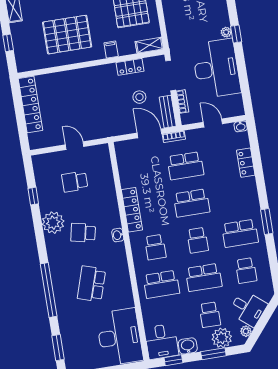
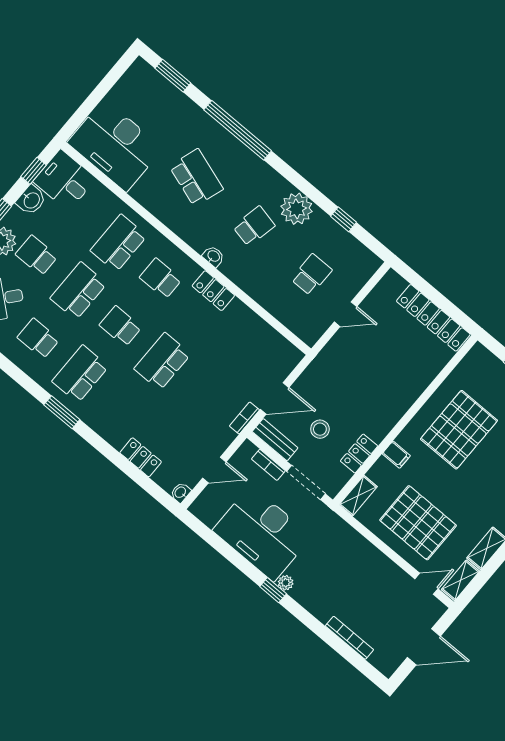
school desk: (185, 166) -> (204, 397), removed
locker: (132, 210) -> (213, 291), width x0.66

